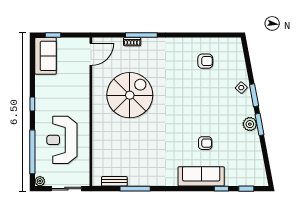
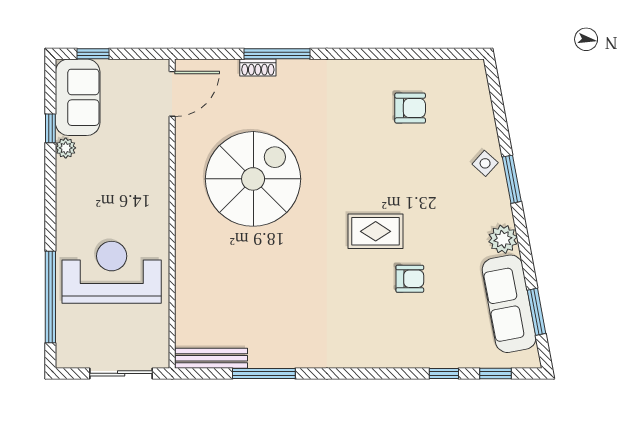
window: (32, 104) -> (50, 128), moved
rug: (189, 120) -> (376, 231), added
window: (260, 124) -> (536, 312), moved
reception desk: (62, 140) -> (112, 272), turned 90
sofa: (201, 176) -> (509, 304), moved, turned -101
plant: (40, 181) -> (66, 148), moved
bench: (114, 181) -> (211, 358), width x1.36

